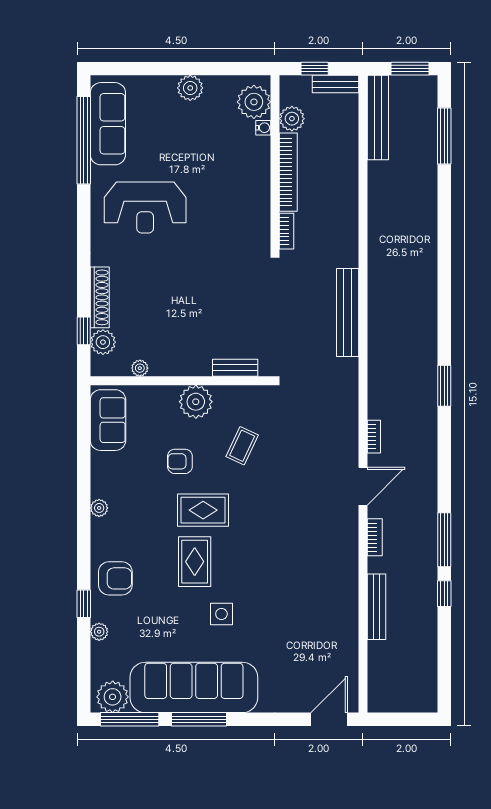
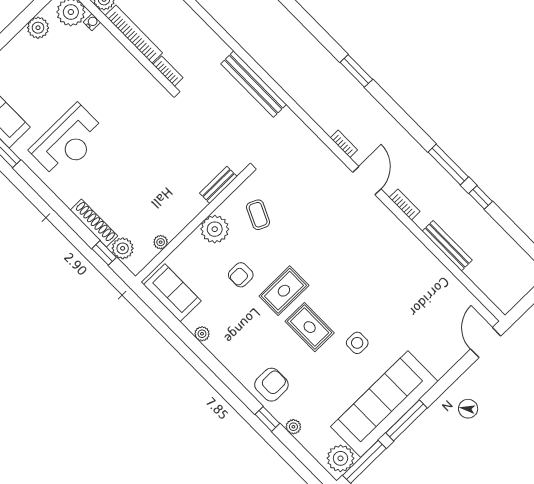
plant: (190, 88) -> (38, 28), moved
coffee table: (242, 446) -> (258, 215), moved
plant: (99, 508) -> (202, 334), moved

